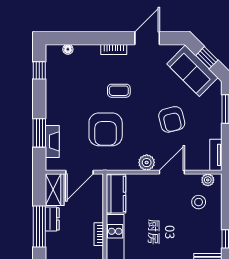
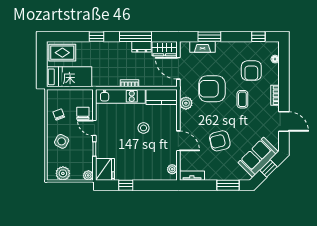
armchair: (83, 79) -> (251, 71), added
plant: (147, 163) -> (186, 103), moved
stool: (199, 202) -> (144, 128), moved

